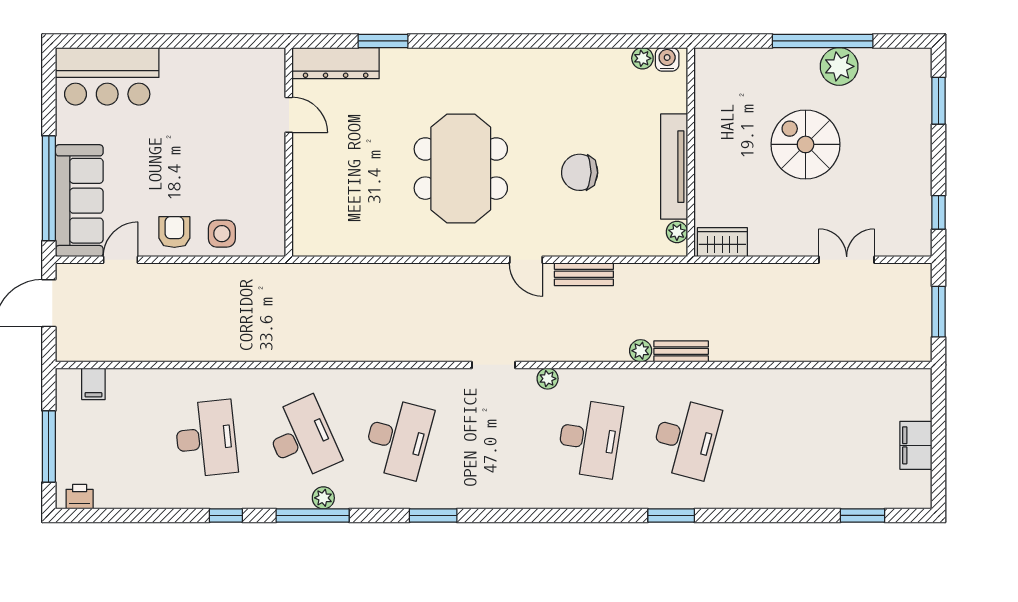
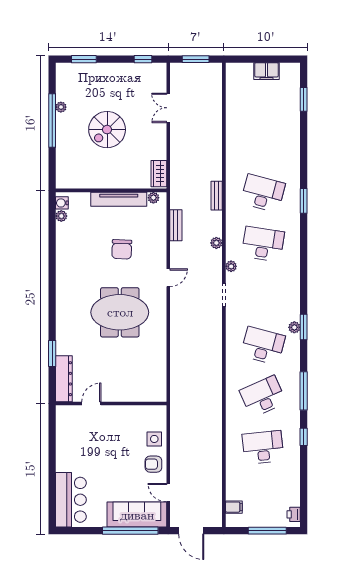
plant: (839, 66) -> (61, 107), width x0.53, depth x0.53
bench: (584, 274) -> (176, 225), moved
plant: (641, 351) -> (216, 243), moved
plant: (323, 498) -> (294, 327), moved

